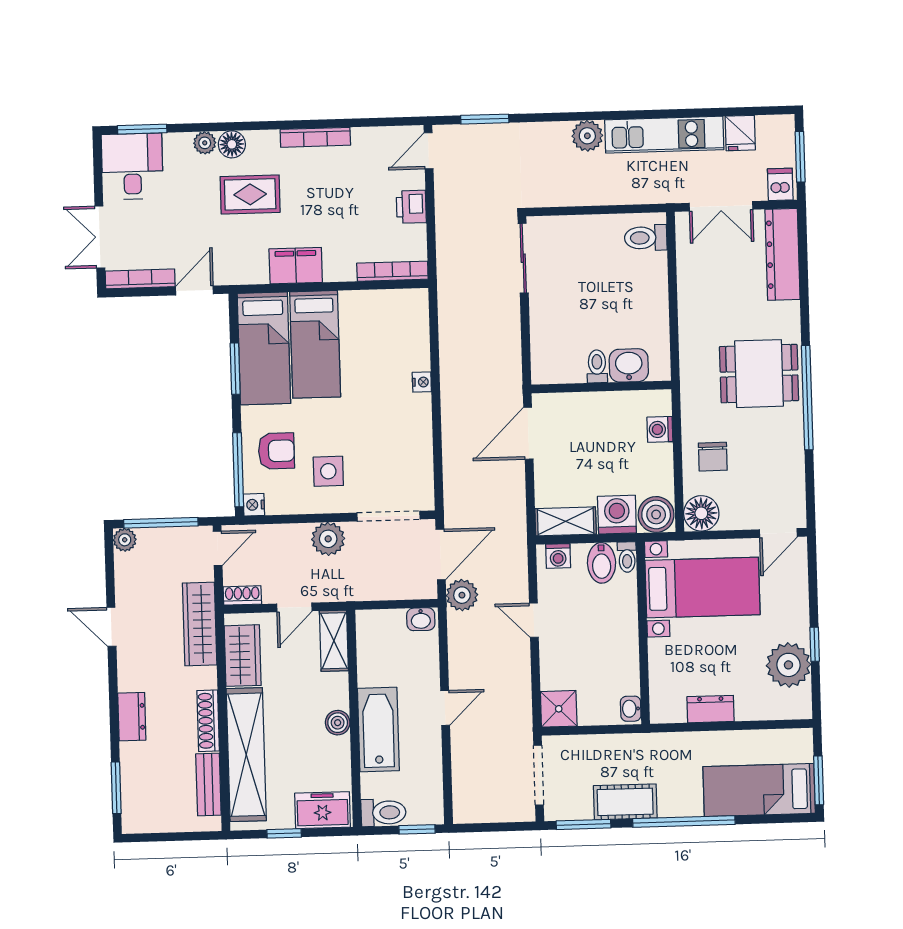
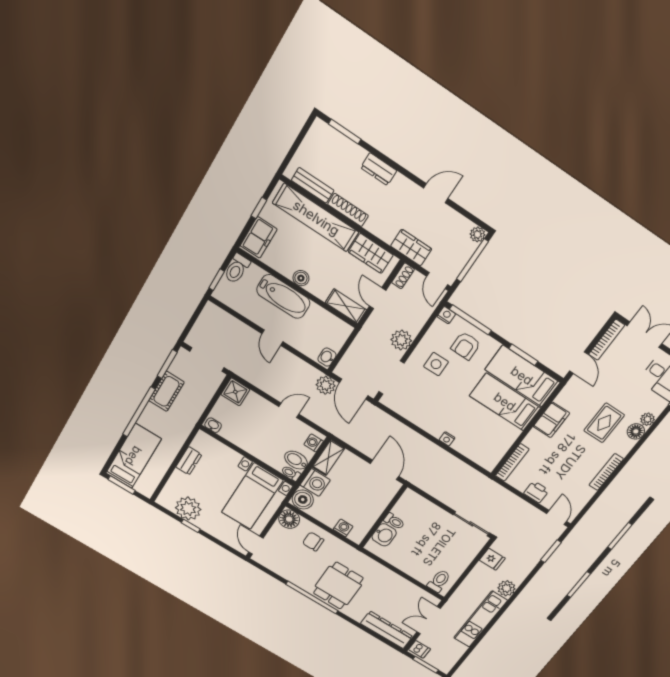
fridge: (740, 133) -> (492, 559), moved, turned 180
wardrobe: (200, 624) -> (411, 248), width x0.67

